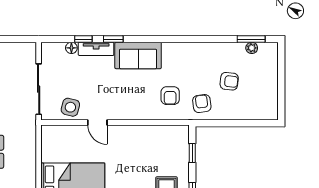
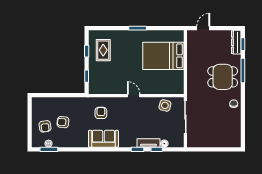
sofa: (138, 55) -> (103, 139), moved
armchair: (202, 104) -> (45, 126), moved
door: (97, 122) -> (134, 96), moved

